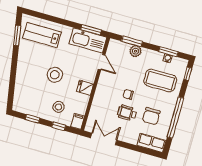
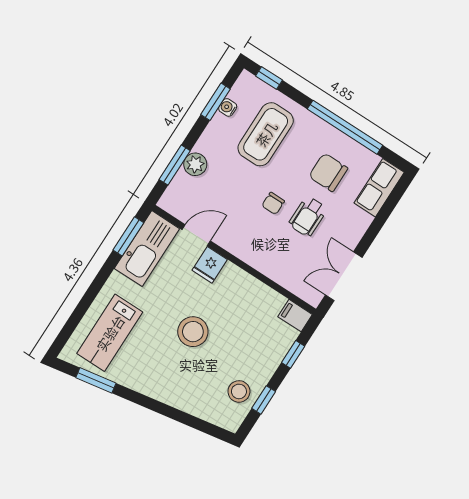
fridge: (85, 88) -> (210, 265), moved
stool: (59, 107) -> (239, 391), moved
chair: (151, 116) -> (328, 172), turned 180

